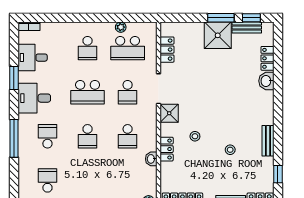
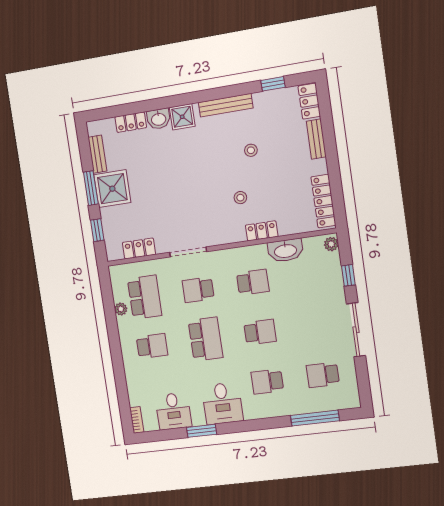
window: (251, 18) -> (97, 230), moved
school desk: (128, 92) -> (198, 290), turned 180
shower: (169, 113) -> (182, 117), moved
window: (14, 138) -> (315, 418), moved
bench: (268, 141) -> (226, 105), width x1.36
washbasin: (151, 159) -> (285, 250), width x1.91, depth x1.45

